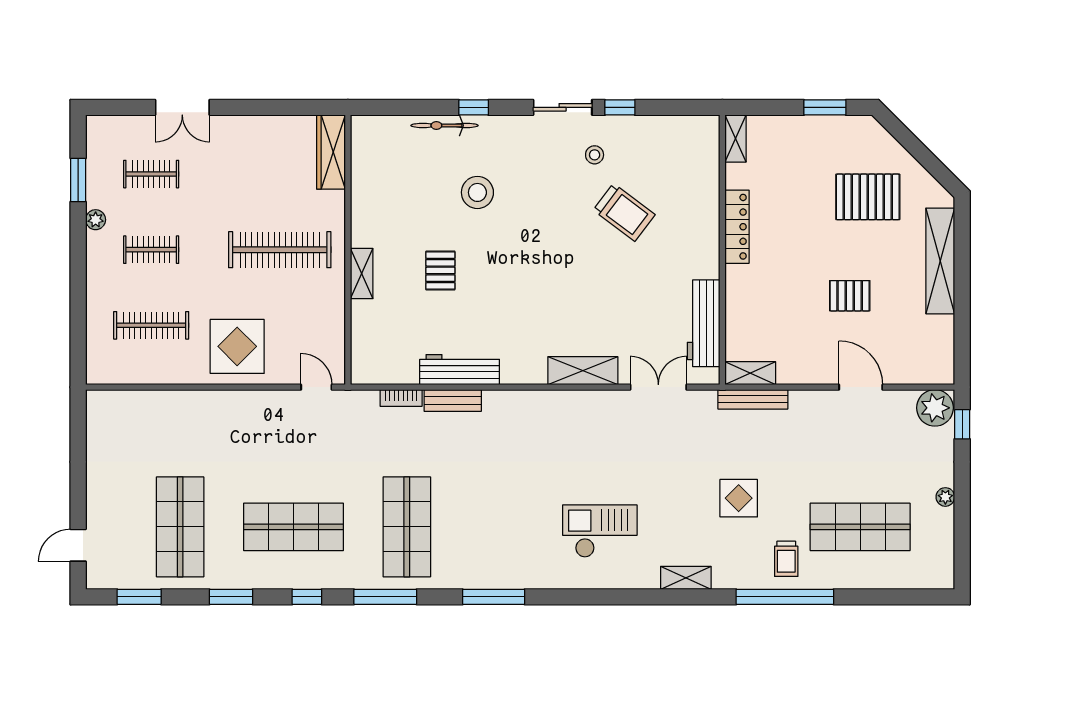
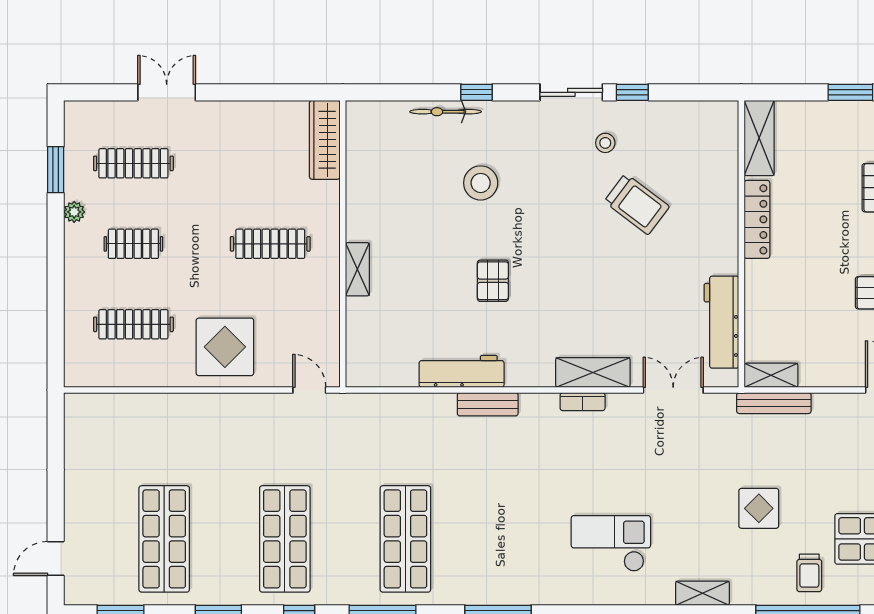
double door: (182, 107) -> (167, 92), swing flipped
shelving: (736, 138) -> (759, 138), width x1.50, depth x1.33
clothes rail: (151, 174) -> (133, 163), width x1.36
clothes rail: (280, 250) -> (270, 244), width x0.73, depth x0.76
pallet: (440, 270) -> (493, 281), moved
bookcase: (401, 398) -> (583, 402), moved
bench: (453, 400) -> (488, 404), moved
shop shelf: (293, 527) -> (285, 539), turned 90

